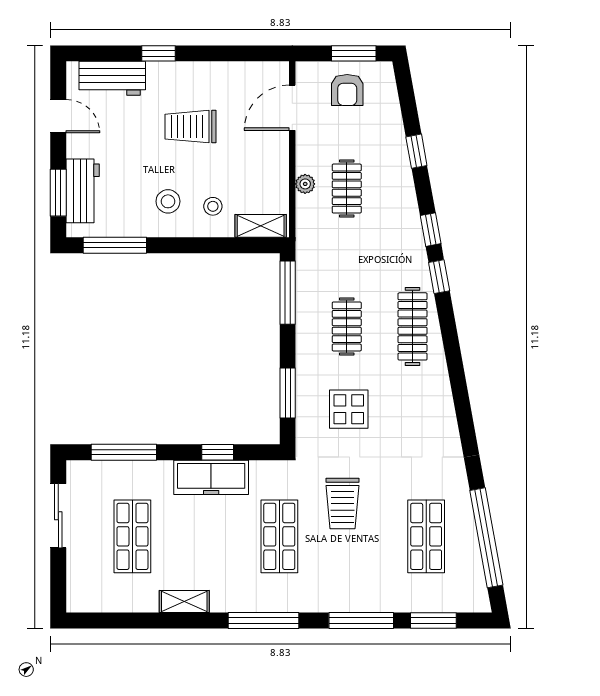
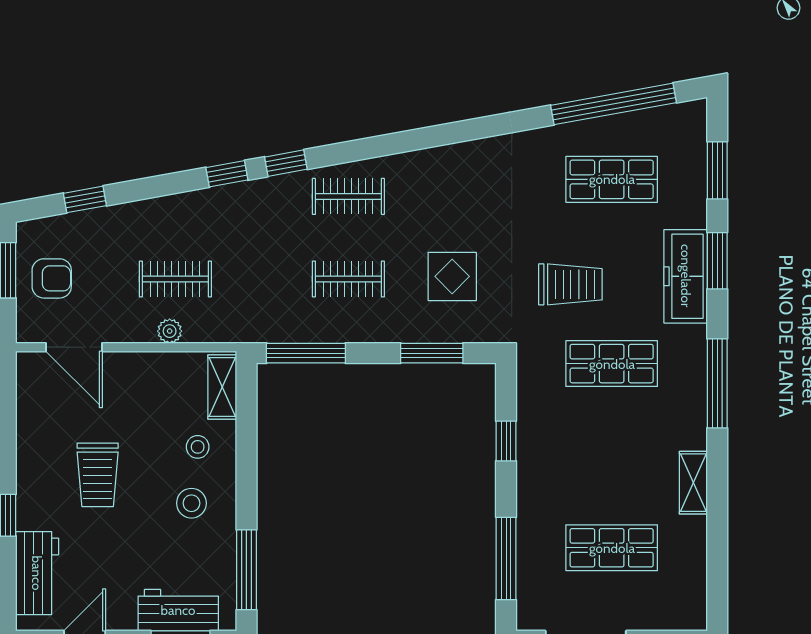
window: (416, 151) -> (85, 199), moved
clothes rail: (413, 326) -> (348, 196), width x0.73
freezer: (211, 477) -> (686, 276), moved, turned 180
window: (361, 621) -> (717, 261), width x0.69

